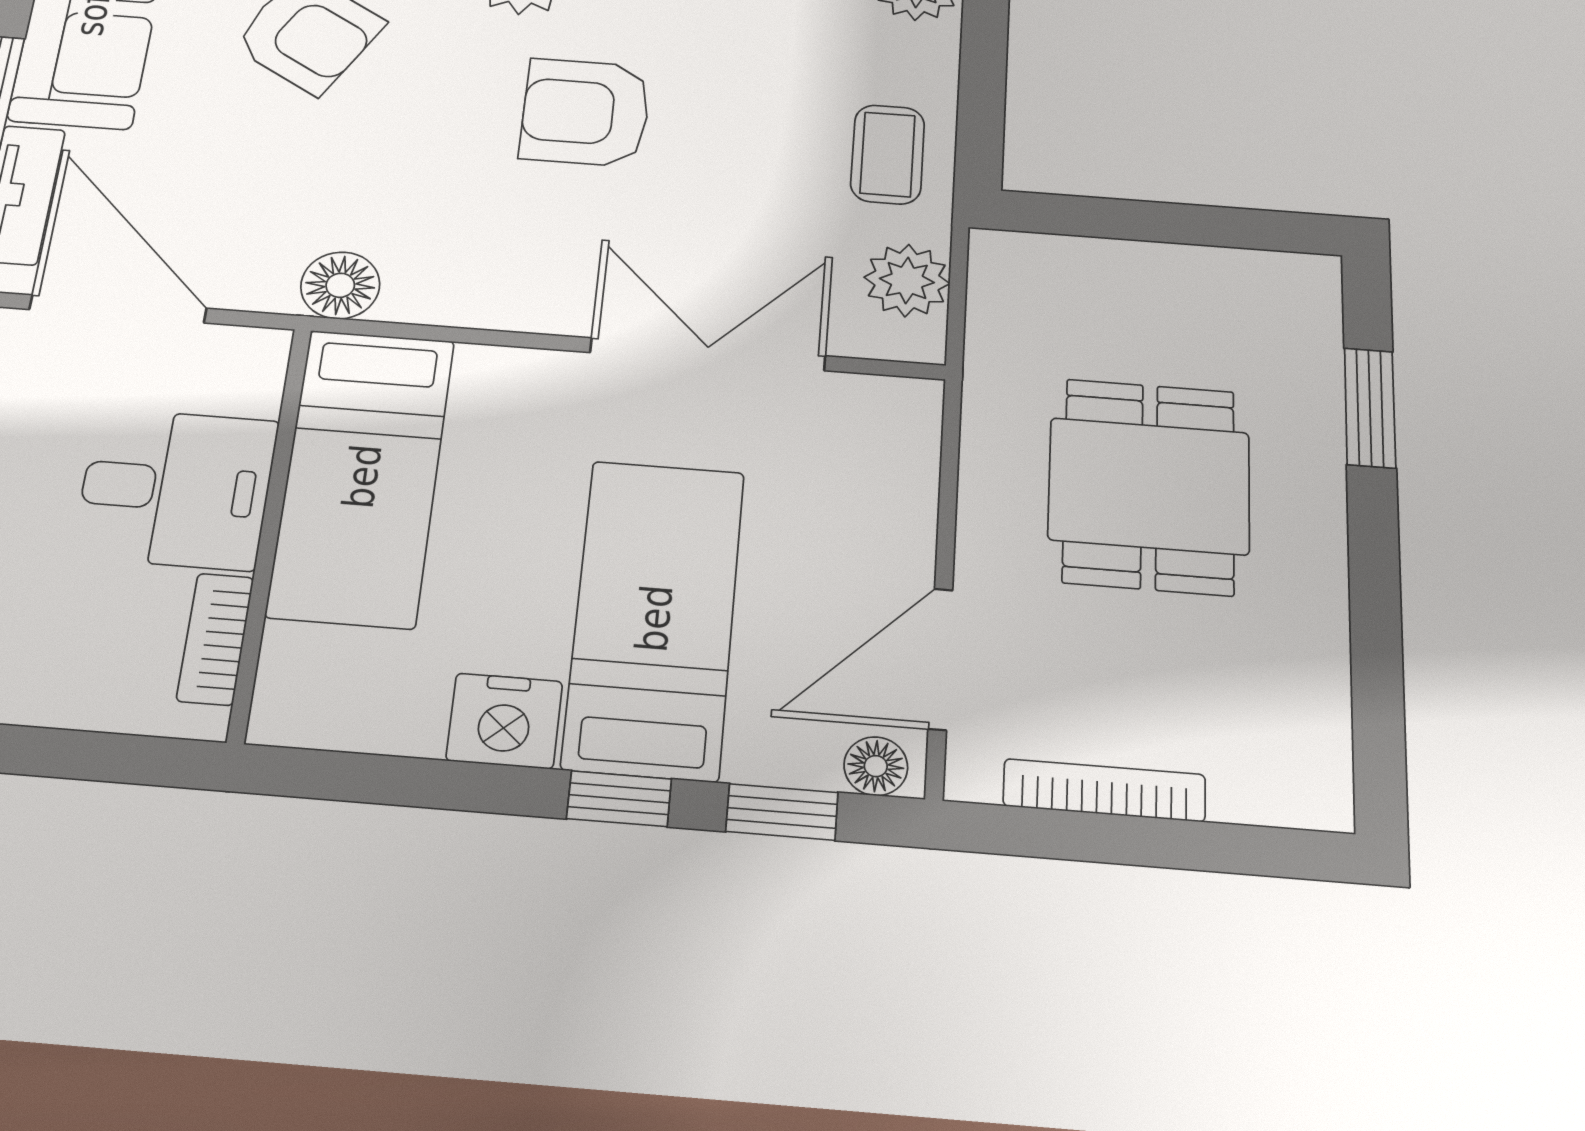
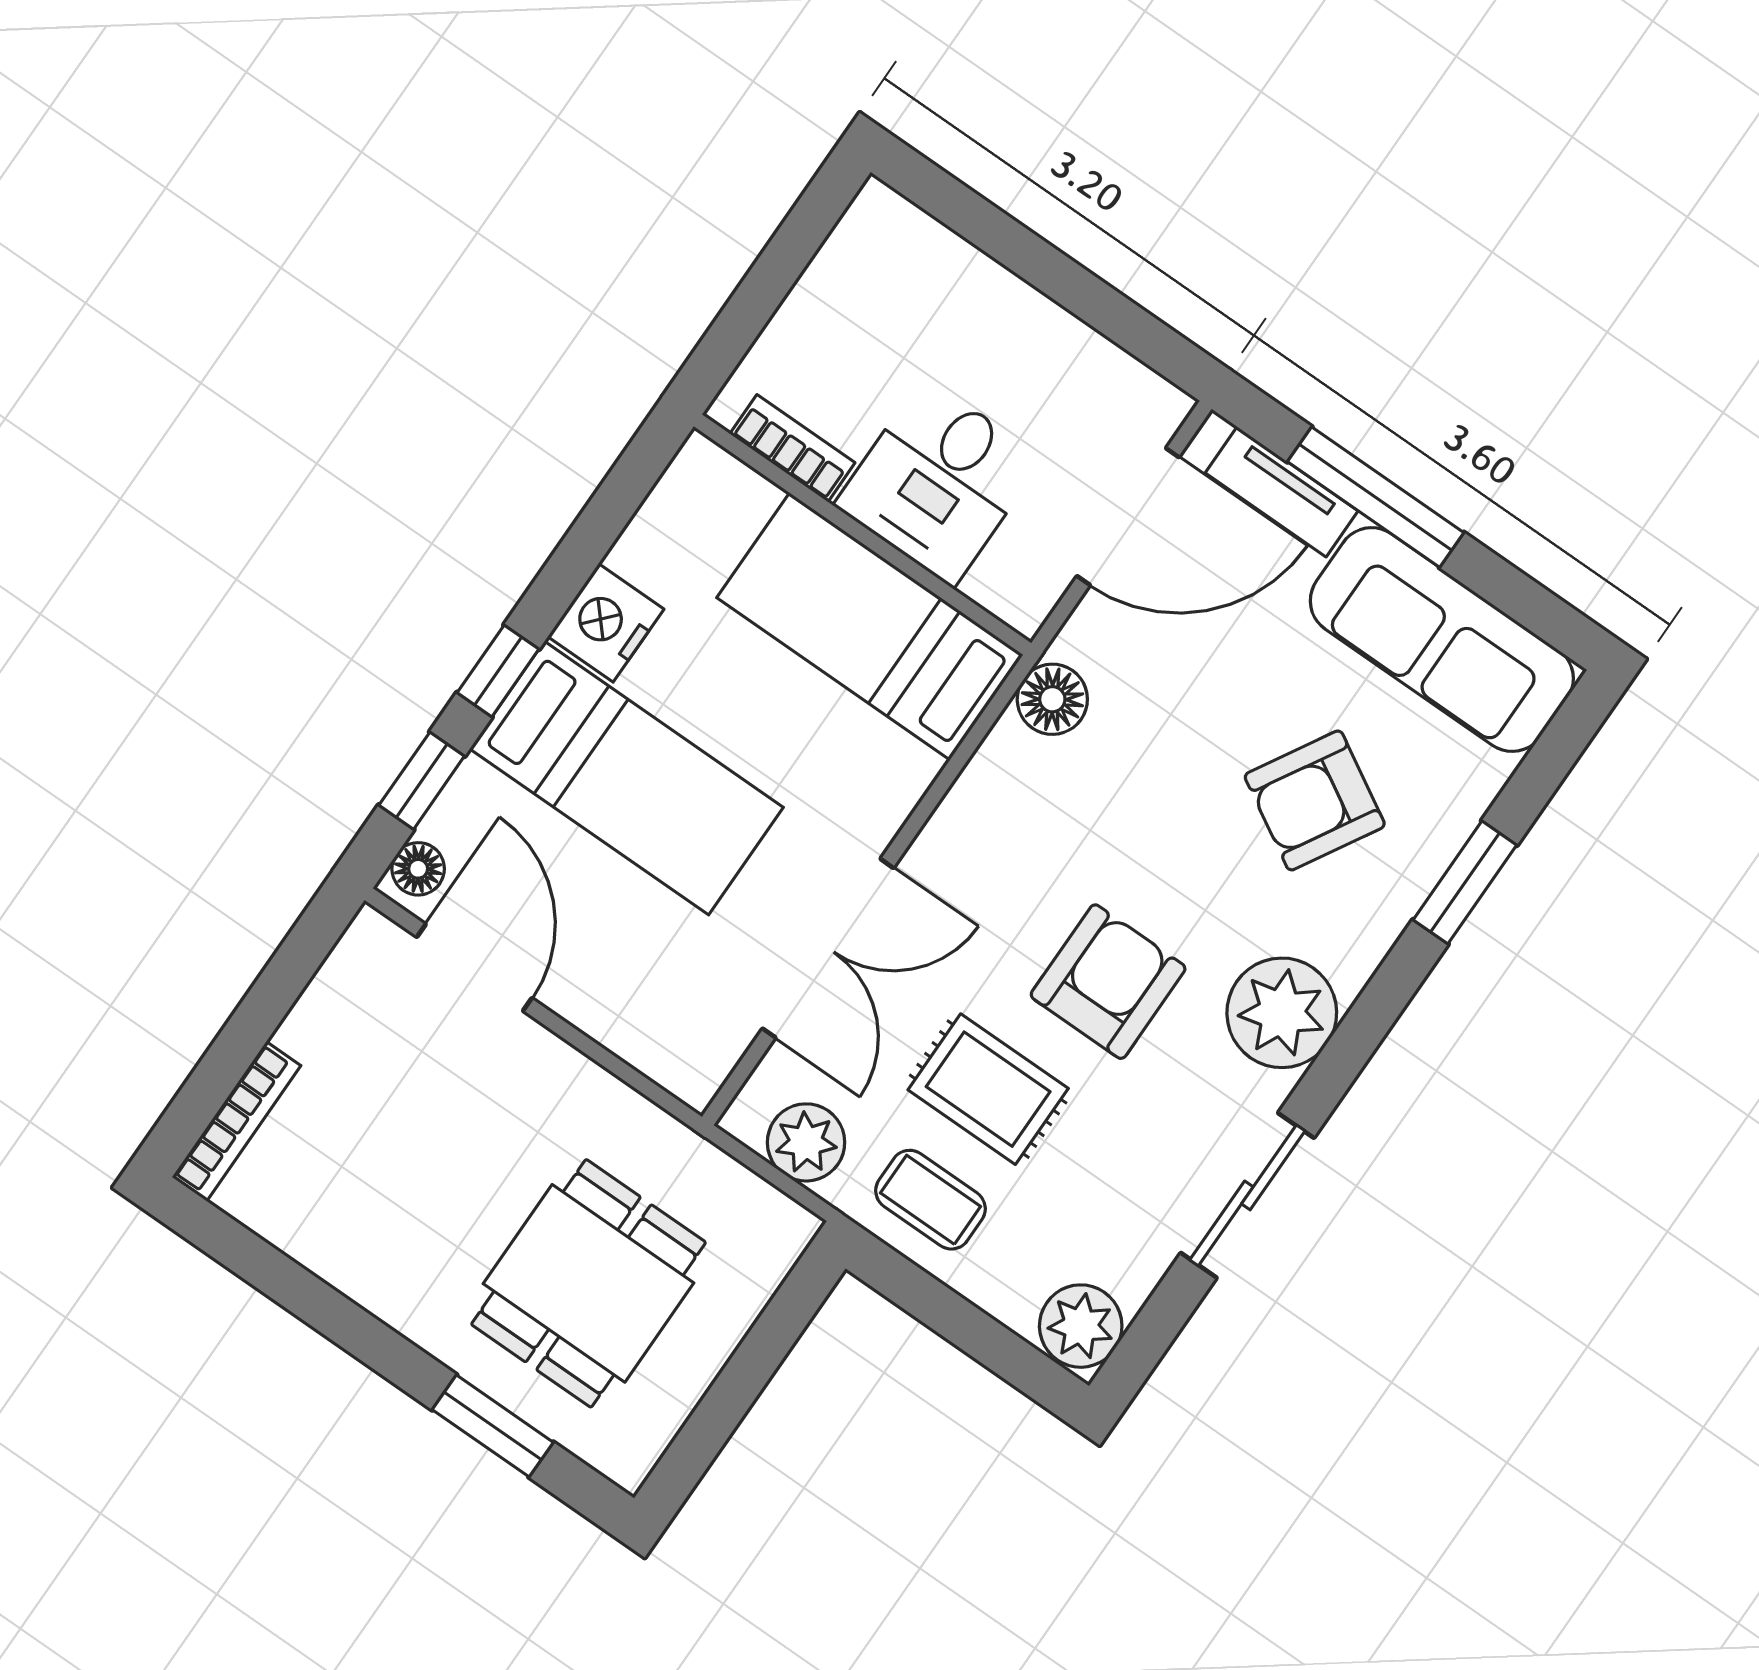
rug: (752, 158) -> (988, 1089), added
dining table: (1149, 486) -> (589, 1283), moved, turned 90
bookcase: (1104, 790) -> (236, 1121), moved

